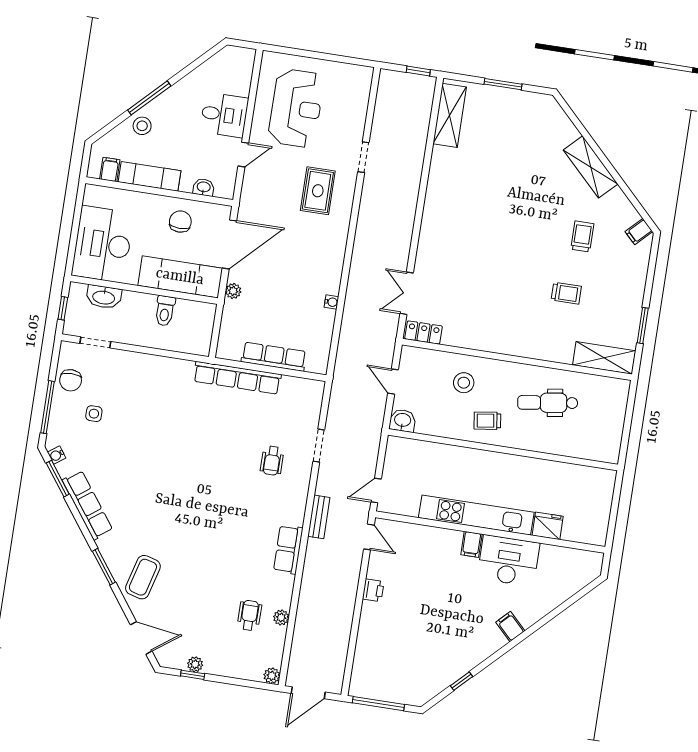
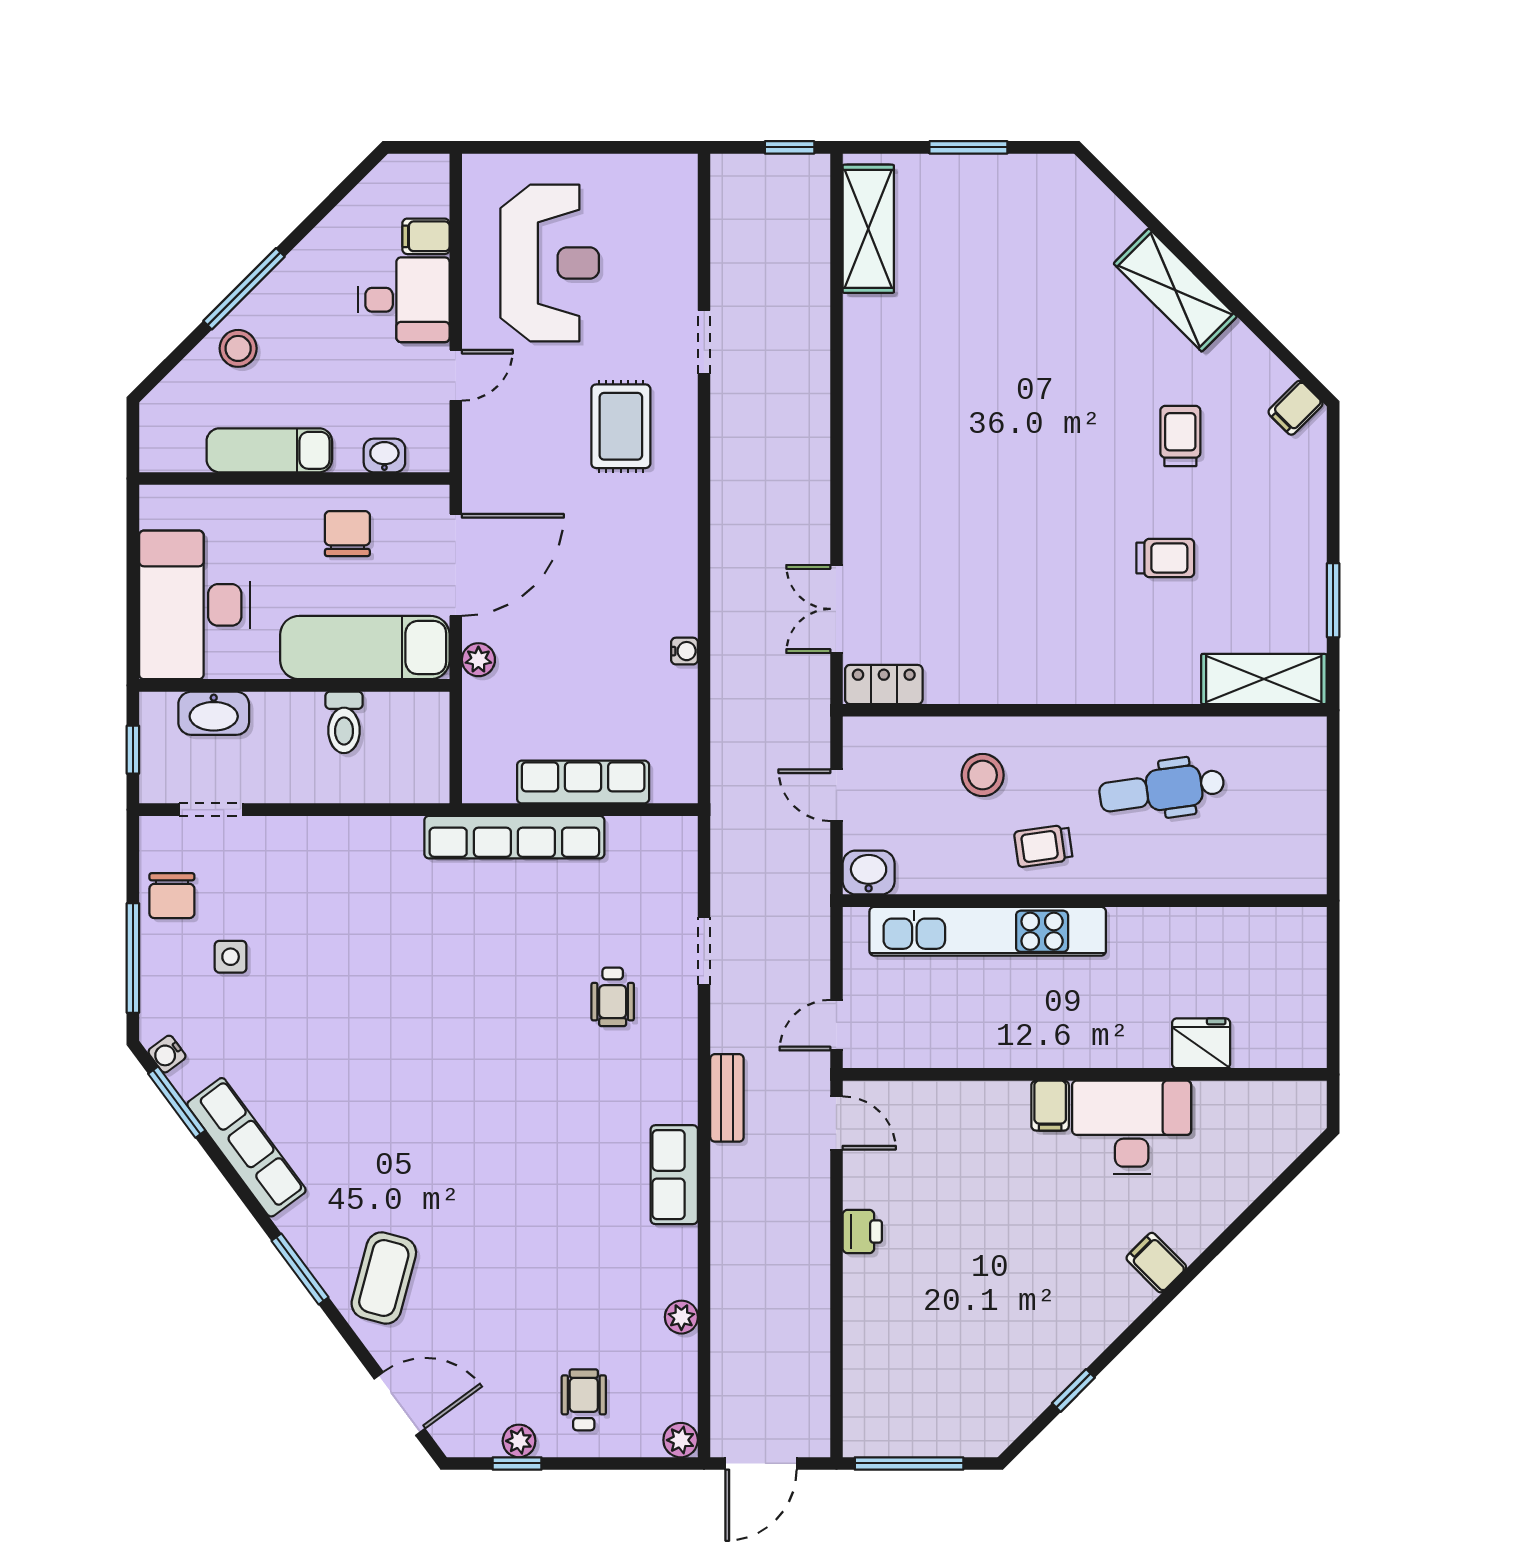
filing cabinet: (110, 170) -> (426, 236), moved, turned -90
kitchen unit: (476, 515) -> (988, 931), moved, turned 180
wheelchair: (249, 615) -> (584, 1400), moved

